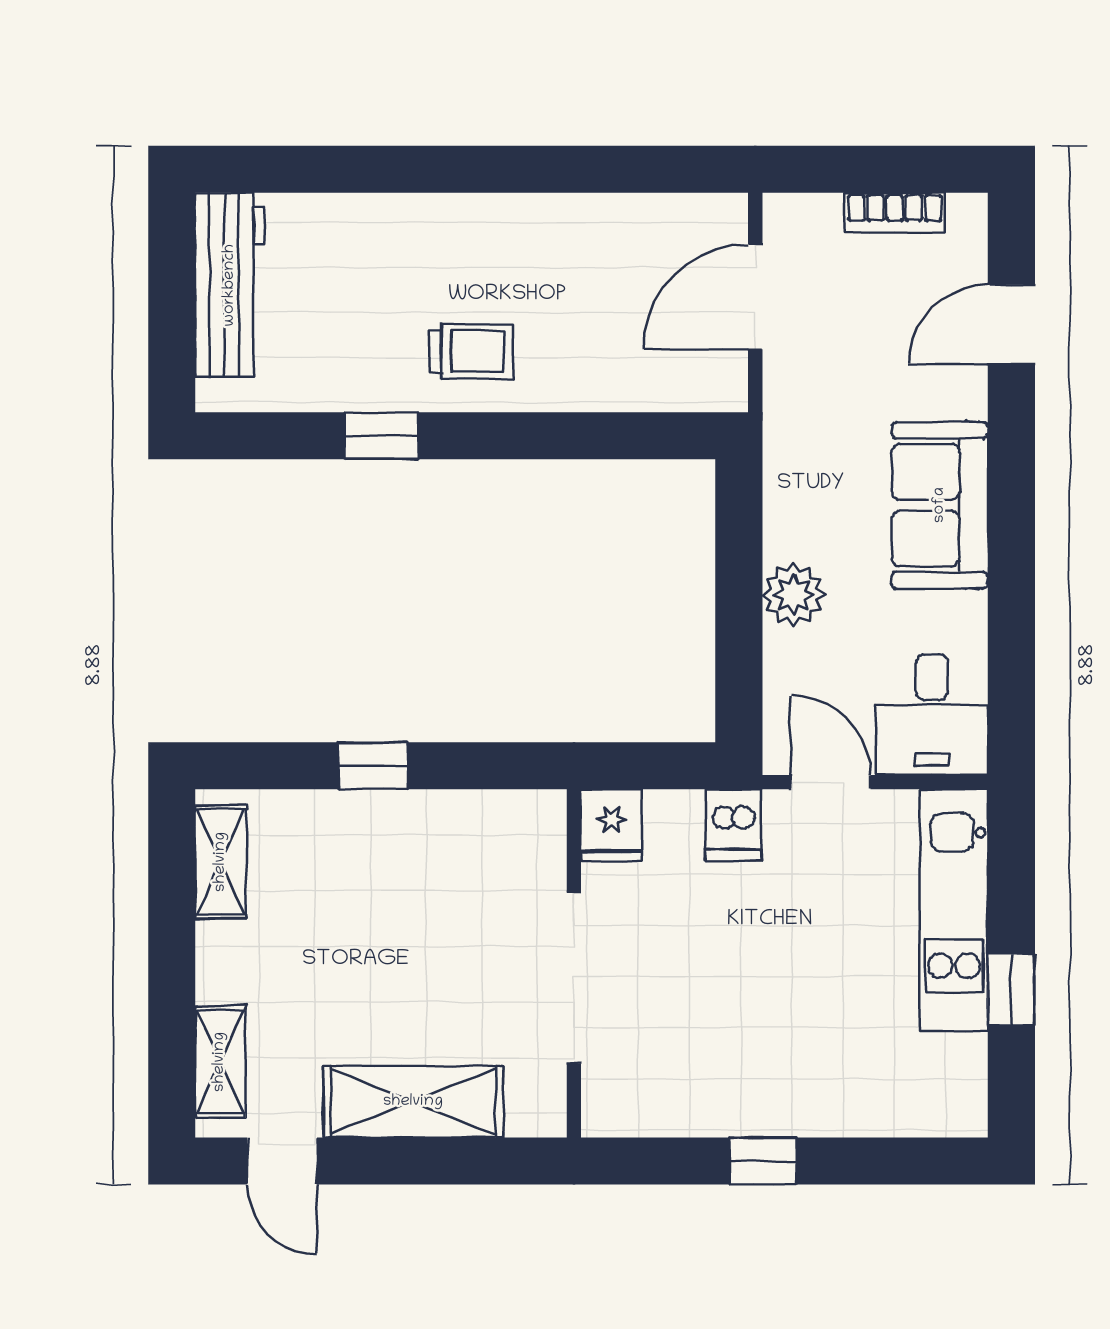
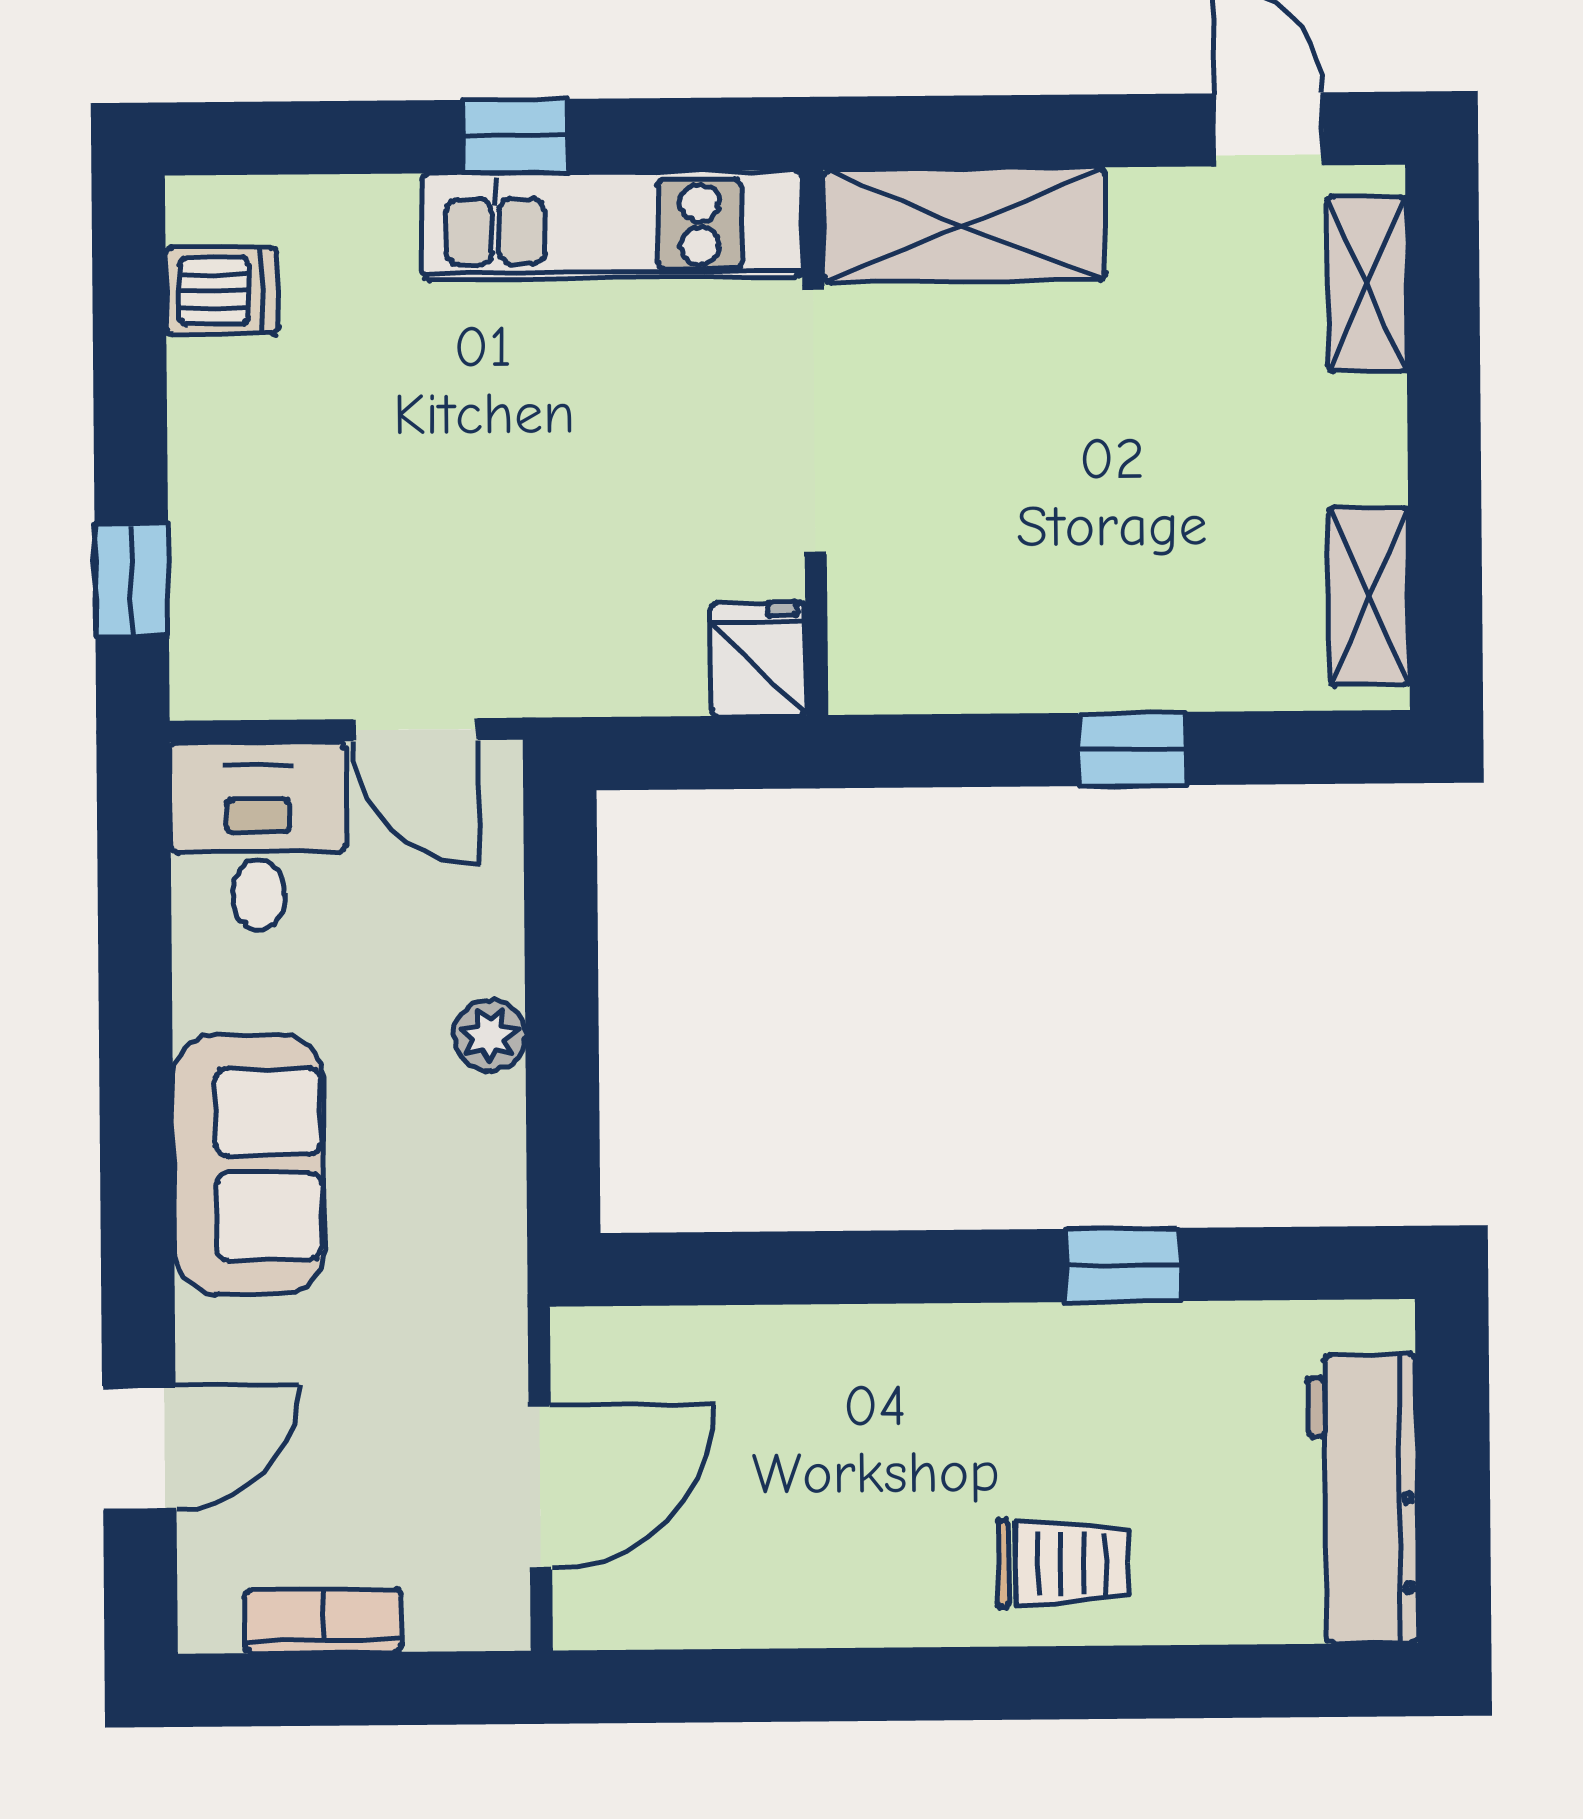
trolley: (472, 351) -> (1063, 1563), moved, turned 180
plant: (794, 595) -> (490, 1036), width x0.73, depth x0.73
dishwasher: (733, 825) -> (222, 291), moved, turned 90
kitchen unit: (954, 910) -> (613, 225), moved, turned 90
window: (1011, 990) -> (132, 580), moved
shelving: (413, 1102) -> (964, 225), moved

